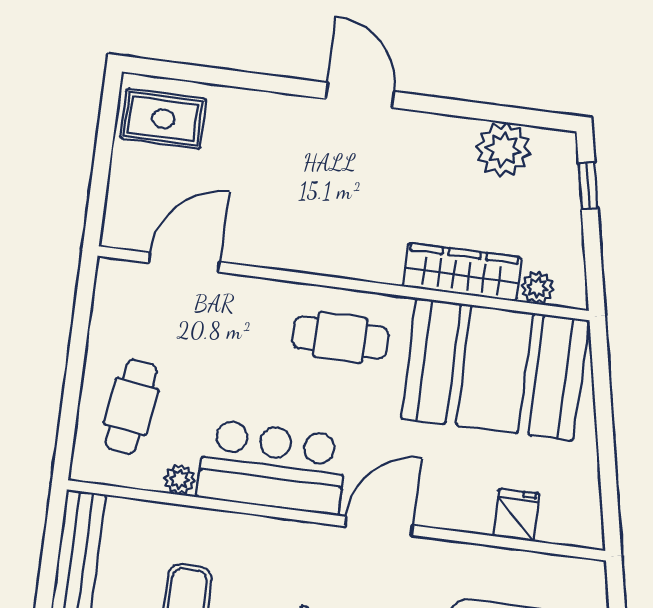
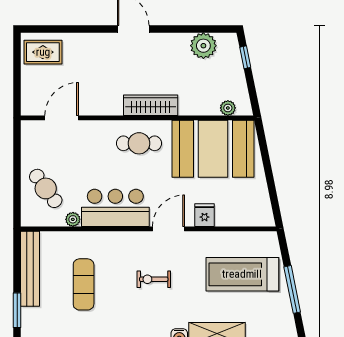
wardrobe: (462, 272) -> (151, 105), moved
cafe table: (131, 407) -> (46, 188), turned -44
fridge: (516, 515) -> (204, 215), moved

